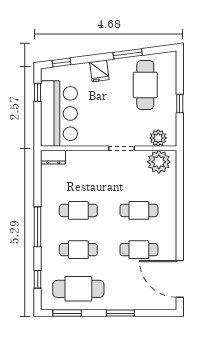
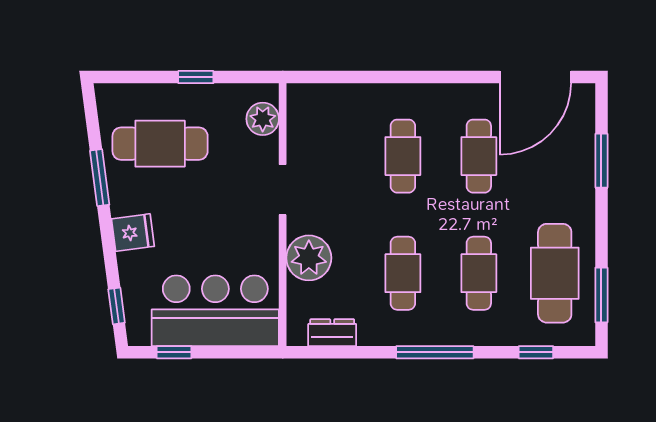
dresser: (53, 157) -> (332, 333), moved, turned -90
plant: (159, 162) -> (309, 258), moved
window: (120, 313) -> (601, 161), moved

